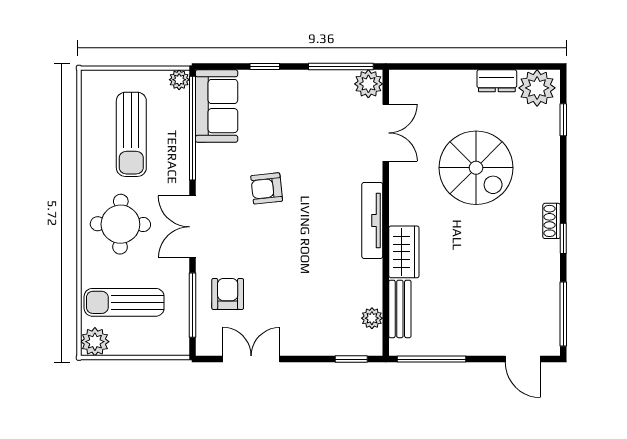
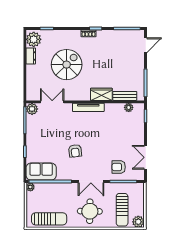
sun lounger: (131, 134) -> (49, 219), moved

